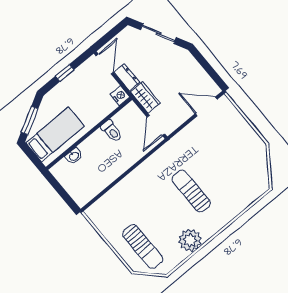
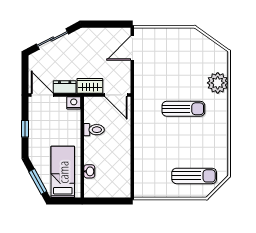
sun lounger: (191, 191) -> (183, 109), turned 180
plant: (190, 240) -> (218, 83), moved

